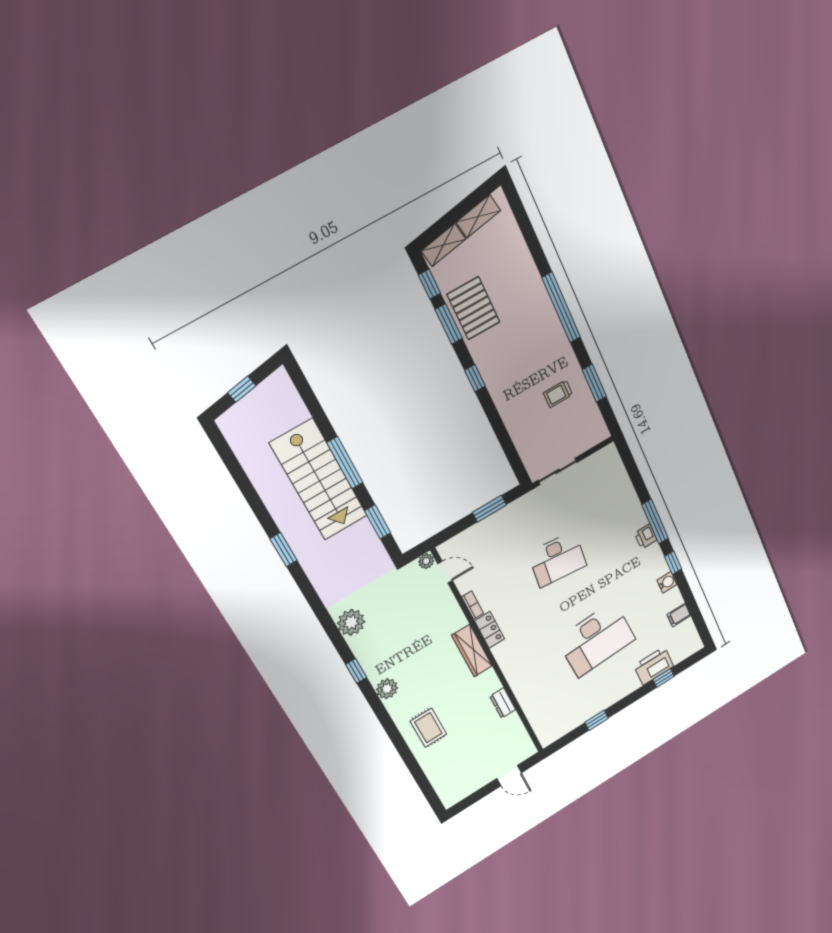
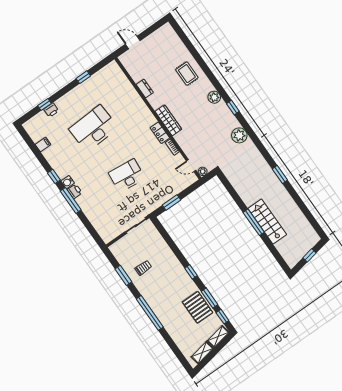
stairs: (319, 480) -> (267, 221), width x0.73, depth x0.66
window: (378, 522) -> (232, 192), removed
water cooler: (667, 582) -> (68, 182), moved
printer: (654, 666) -> (51, 110), width x0.53, depth x0.68

